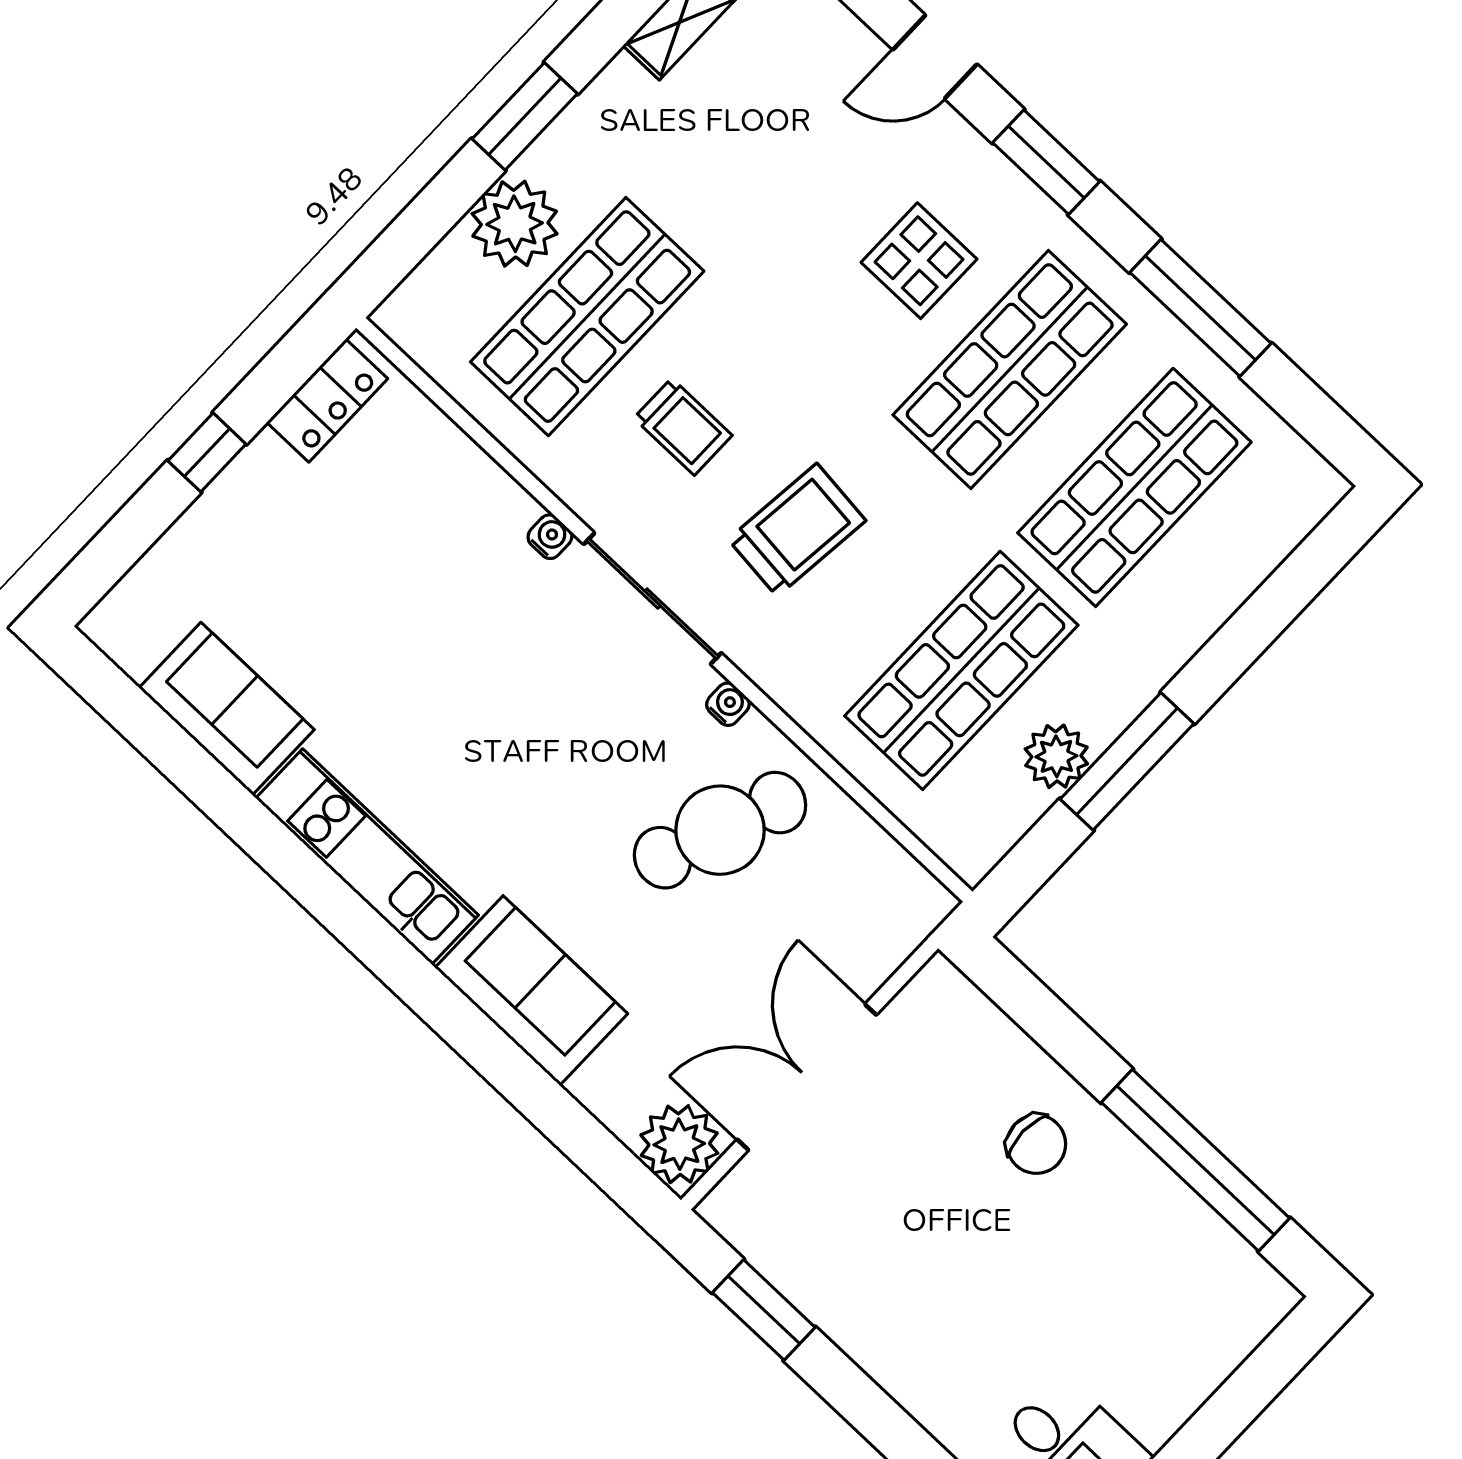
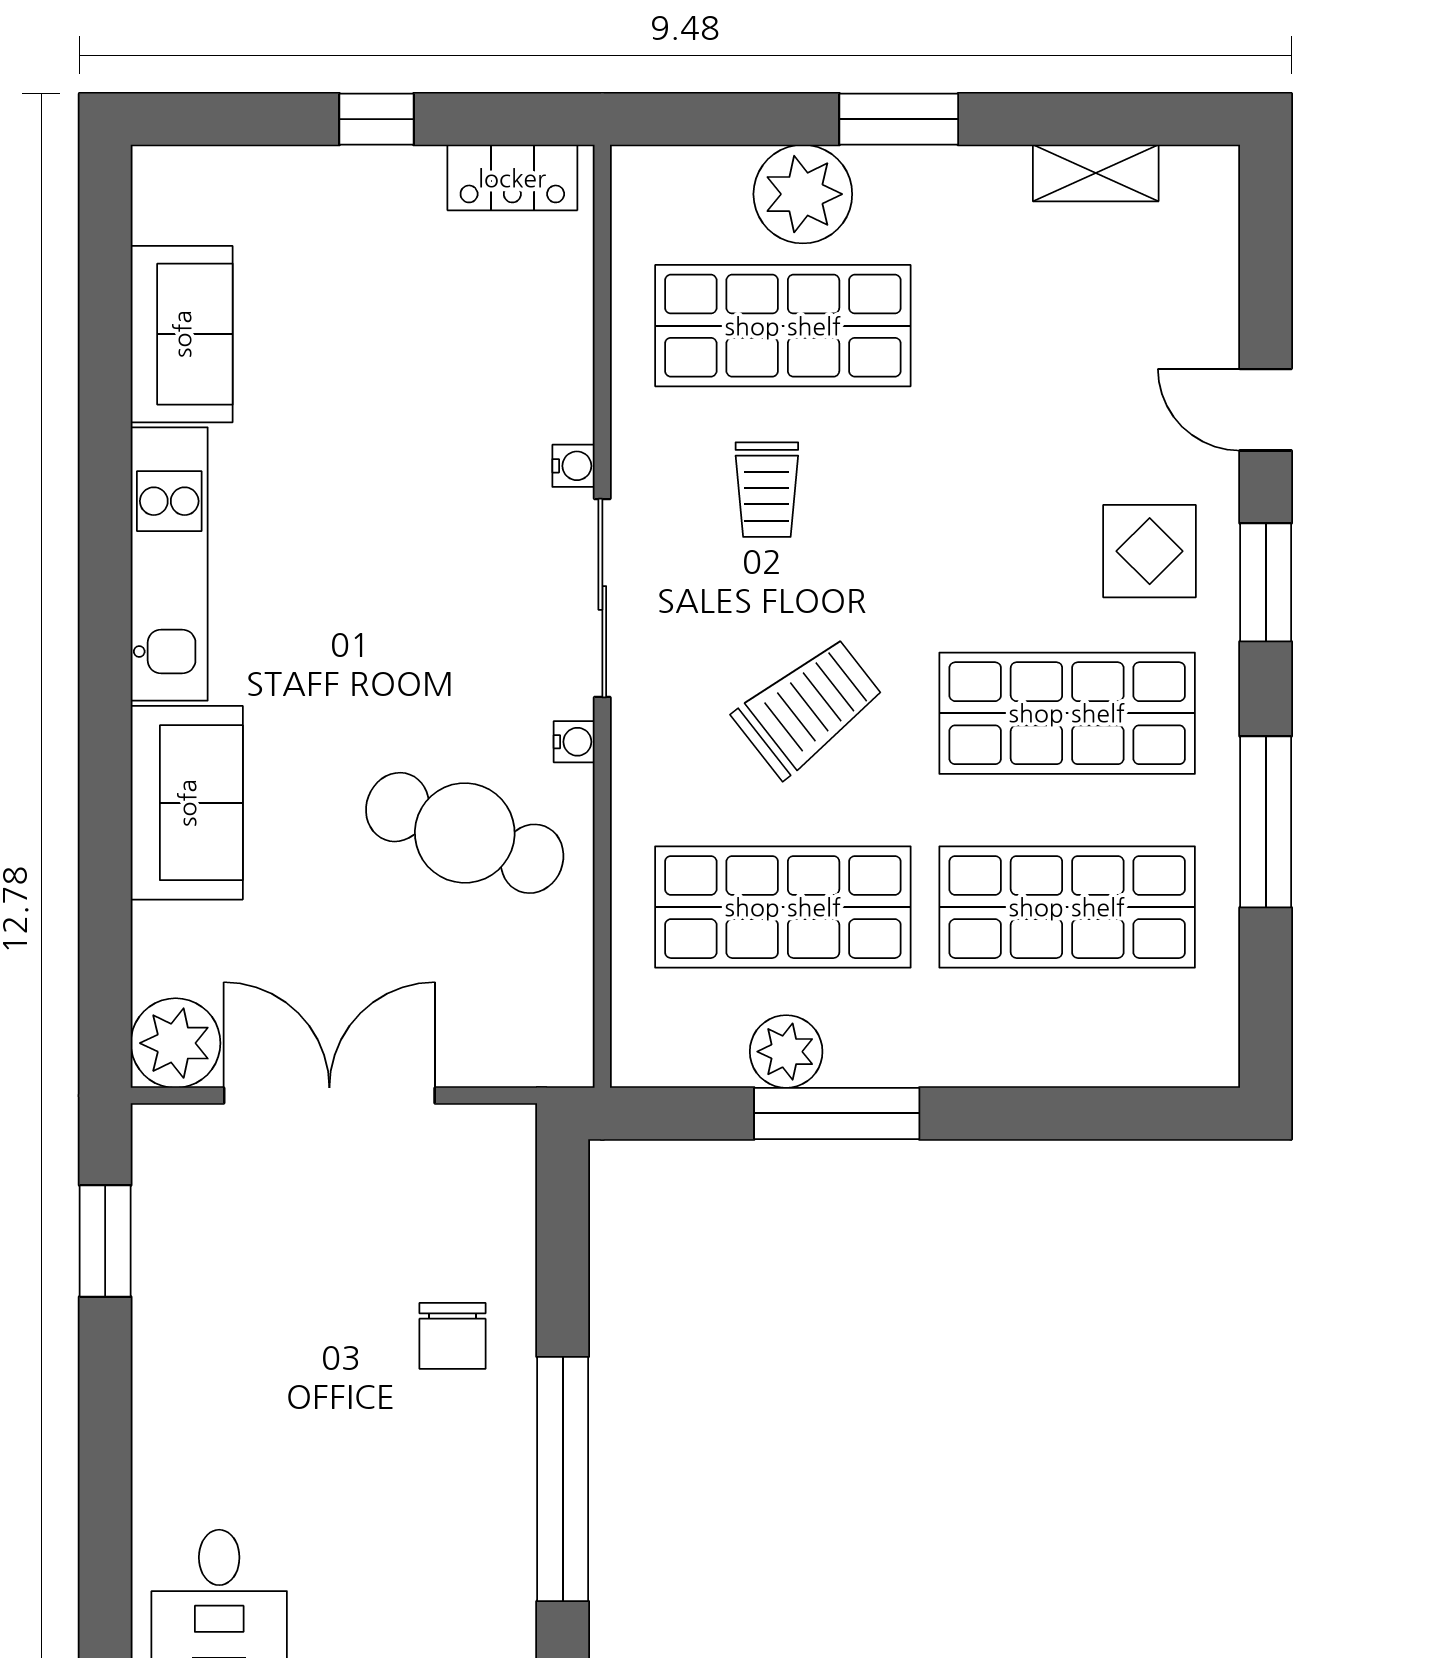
display table: (919, 261) -> (1150, 551), moved
trolley: (797, 530) -> (808, 708), moved, turned -44

